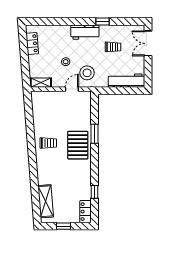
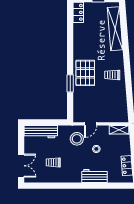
window: (102, 22) -> (63, 186), removed
workbench: (85, 32) -> (95, 176), moved
window: (94, 192) -> (70, 30), removed
shelving: (46, 201) -> (115, 29), width x1.47

